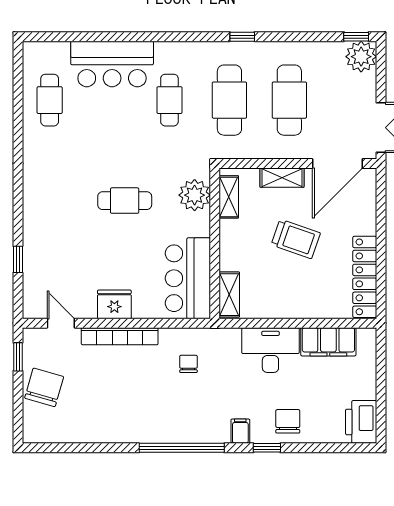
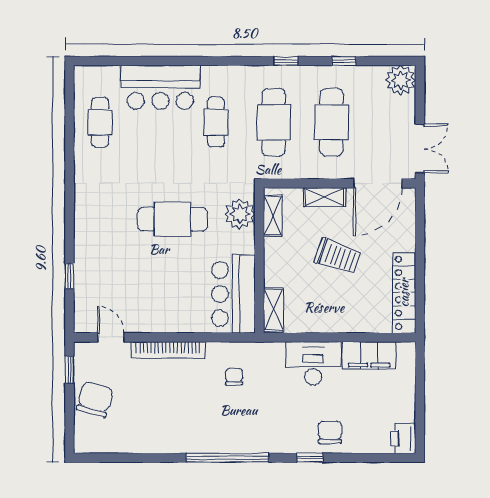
window: (356, 37) -> (344, 61), moved
cafe table: (125, 201) -> (172, 219), width x1.37, depth x1.35
fridge: (114, 304) -> (163, 319), removed
printer: (361, 422) -> (403, 438), width x0.73, depth x0.84
filing cabinet: (240, 431) -> (284, 442), removed

